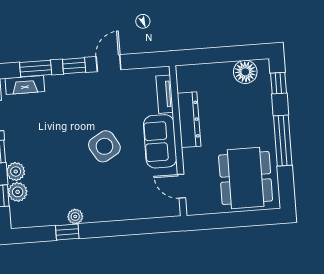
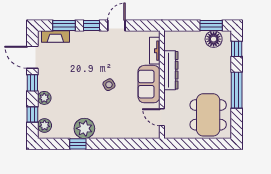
window: (240, 53) -> (211, 25), added
side table: (104, 146) -> (109, 85), width x0.54, depth x0.54
plant: (18, 192) -> (45, 125), moved
plant: (75, 216) -> (84, 128), width x1.87, depth x1.87

